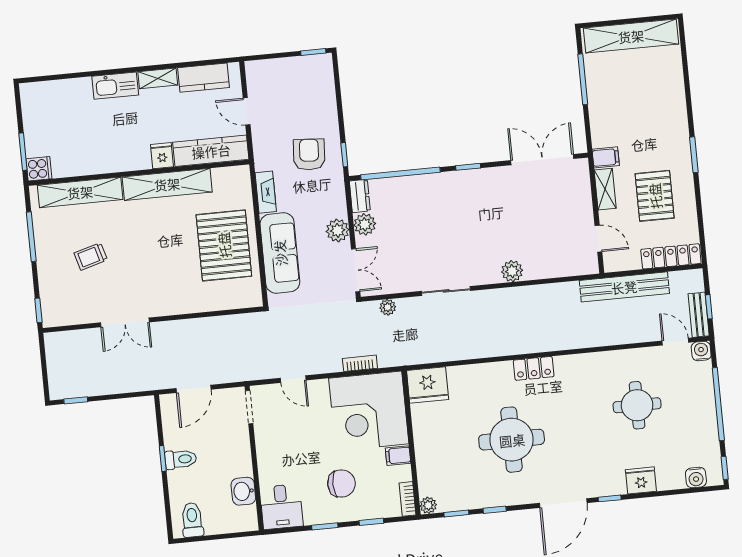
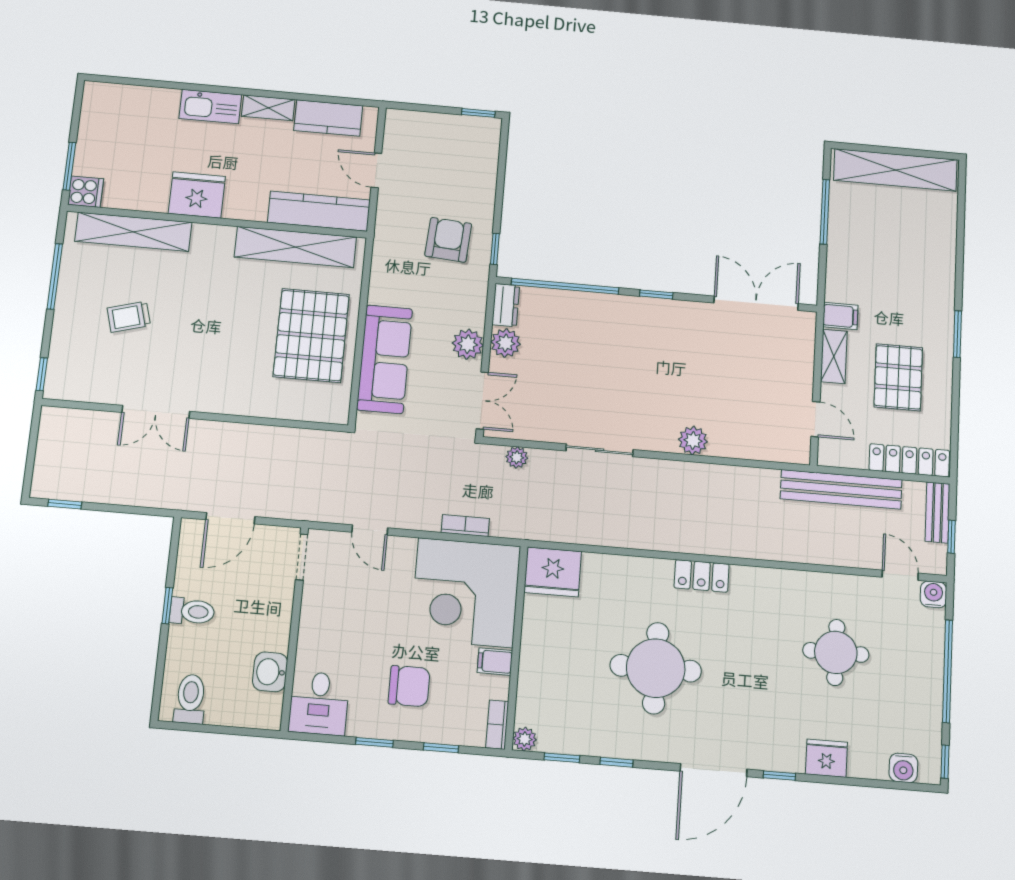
fridge: (162, 156) -> (197, 195), moved, width x1.88, depth x1.34
shelving: (167, 184) -> (295, 247), moved
fireplace: (266, 192) -> (381, 277), removed
bench: (699, 315) -> (937, 512), moved

